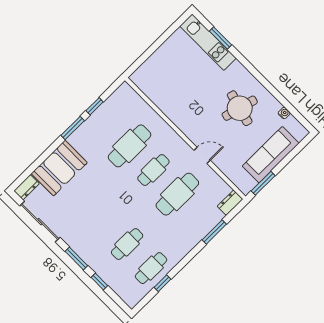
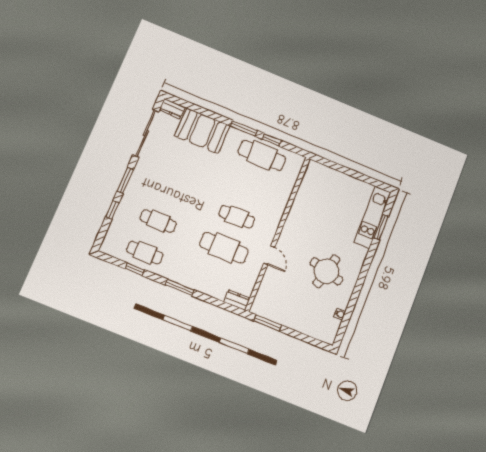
cafe table: (130, 146) -> (262, 155), moved
sofa: (271, 155) -> (297, 318), removed
window: (214, 232) -> (180, 287), moved

